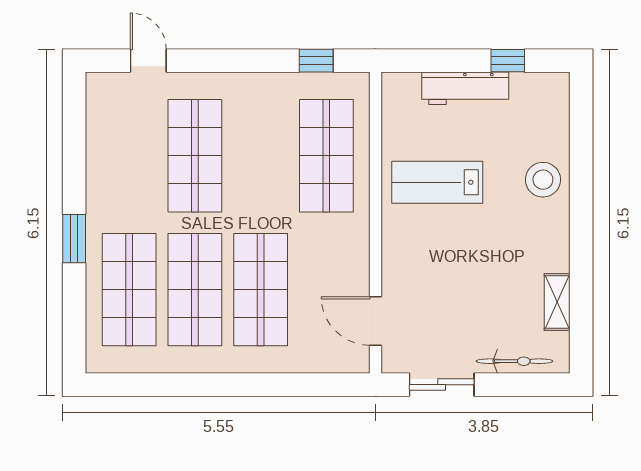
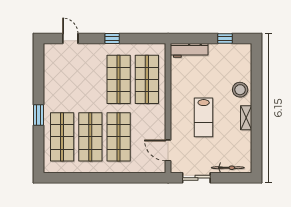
window: (316, 61) -> (112, 39), moved
workbench: (465, 88) -> (189, 50), moved
shop shelf: (195, 156) -> (119, 79), moved
lab bench: (437, 182) -> (204, 117), moved, turned -90
shelving: (557, 302) -> (246, 118), moved

